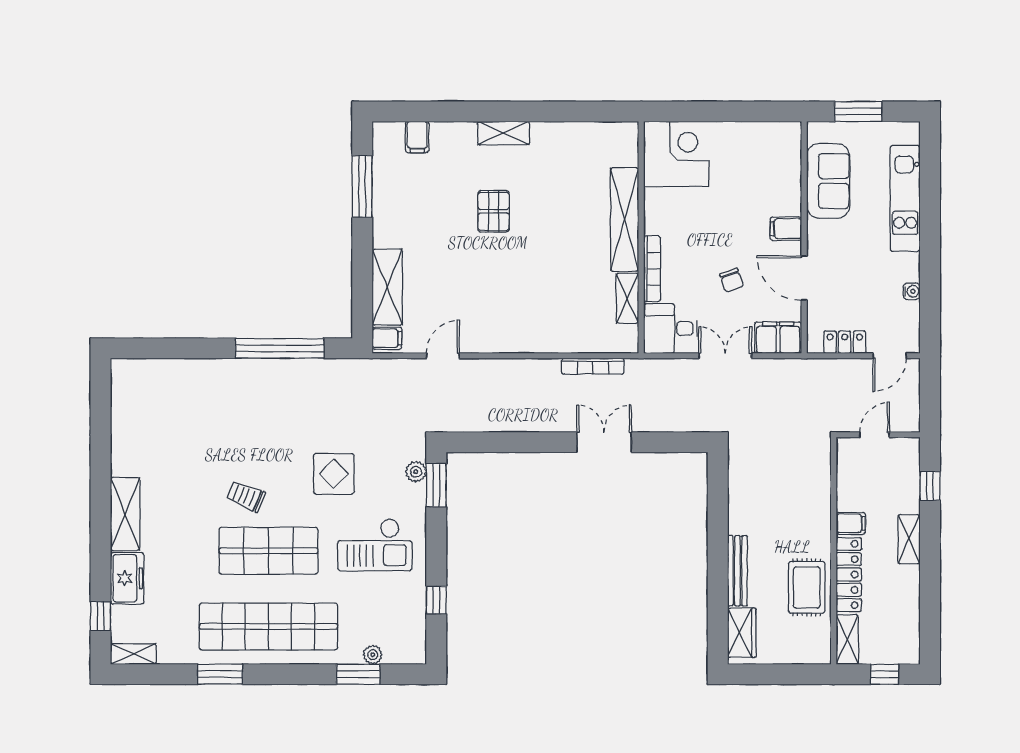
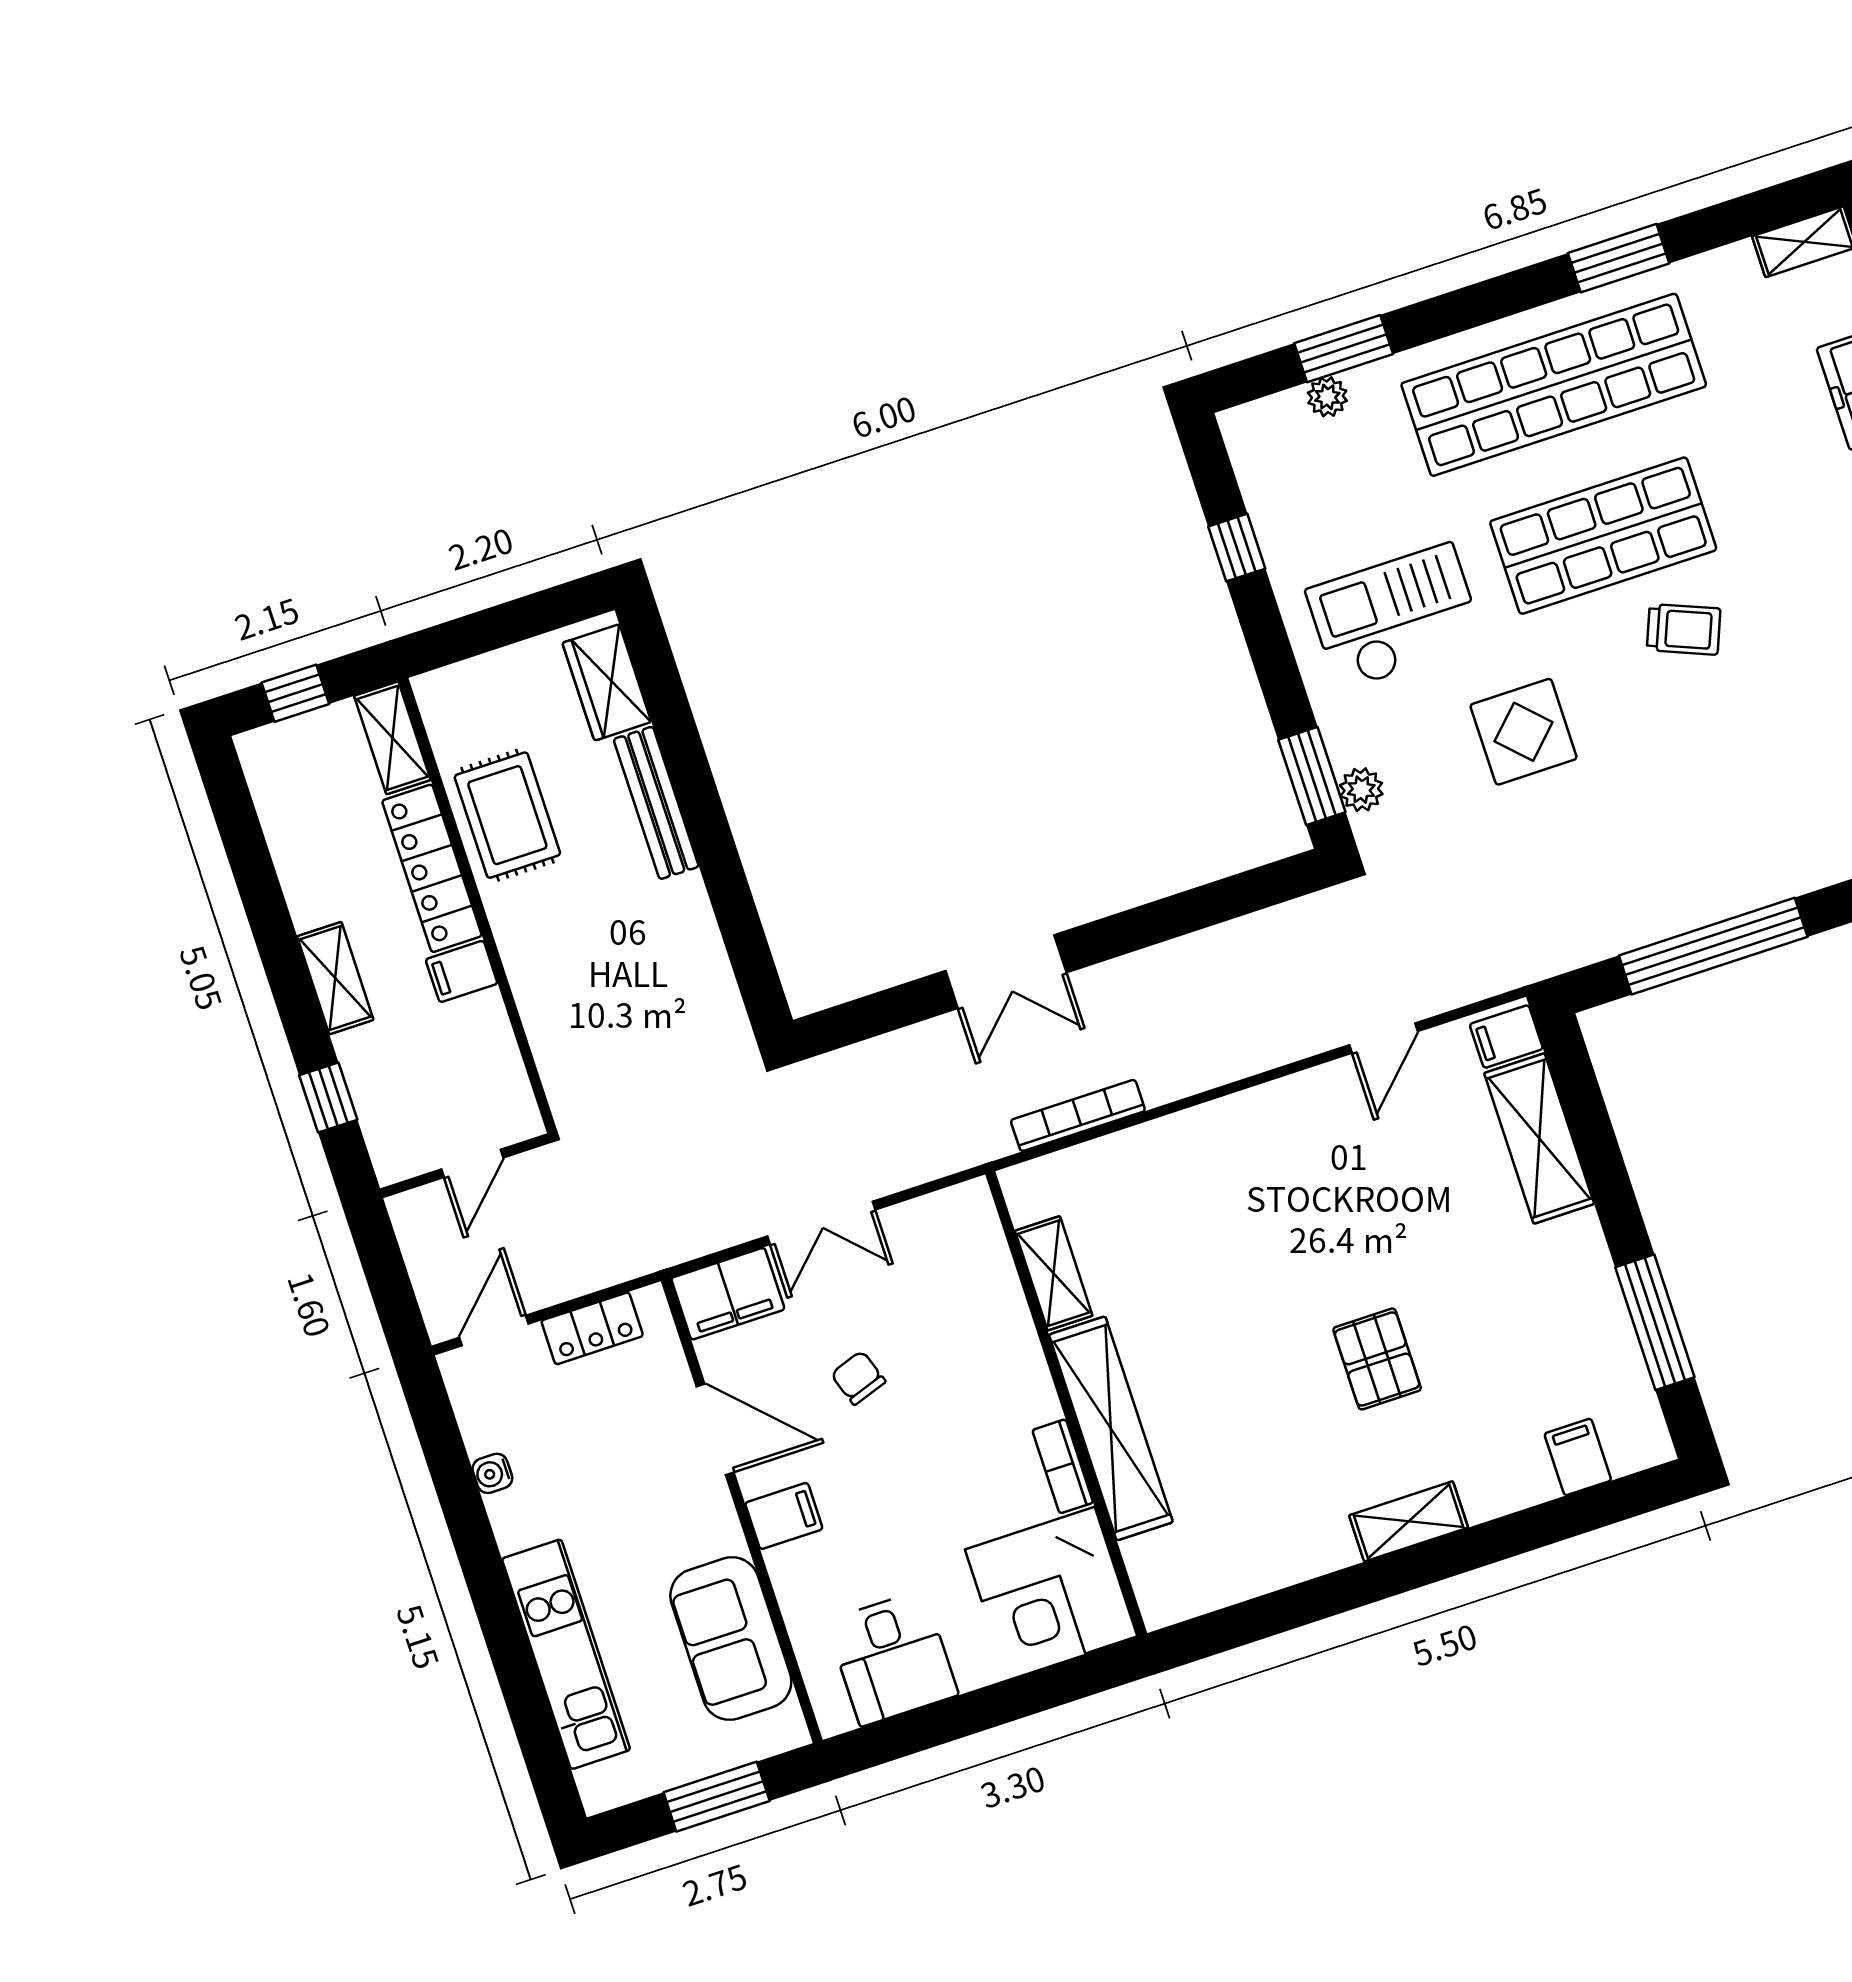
bookcase: (652, 269) -> (1063, 1466), moved, width x0.64
desk: (670, 328) -> (892, 1658), moved, turned 90

